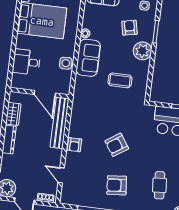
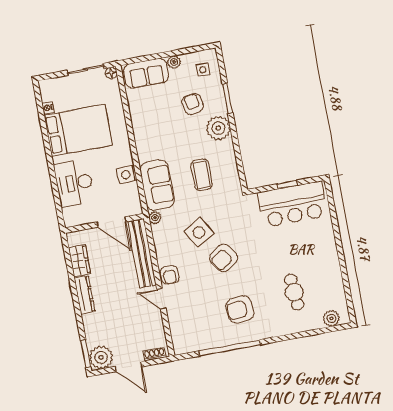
plant: (85, 33) -> (155, 218), moved
sofa: (88, 58) -> (157, 185), moved
desk: (26, 62) -> (74, 183), width x1.37
coffee table: (120, 80) -> (202, 175), turned 90
side table: (105, 121) -> (199, 232), added
door: (61, 175) -> (161, 299), moved

